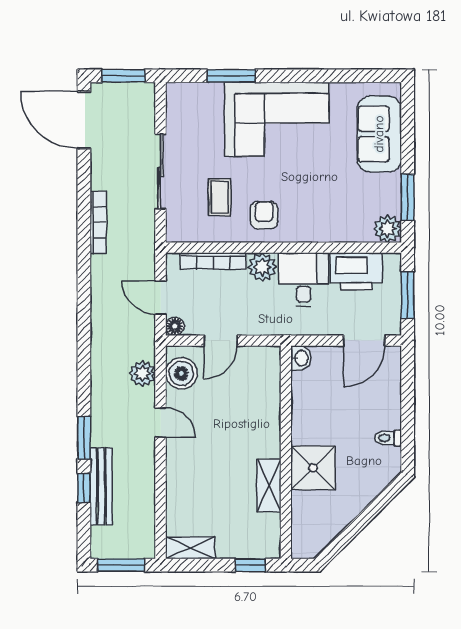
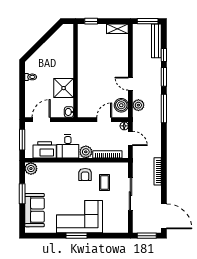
window: (231, 76) -> (77, 236), moved
window: (408, 197) -> (22, 194), moved
window: (84, 366) -> (164, 108), added
shower: (313, 468) -> (64, 88), moved
shelving: (269, 485) -> (83, 56), removed
bench: (101, 486) -> (156, 41), moved

